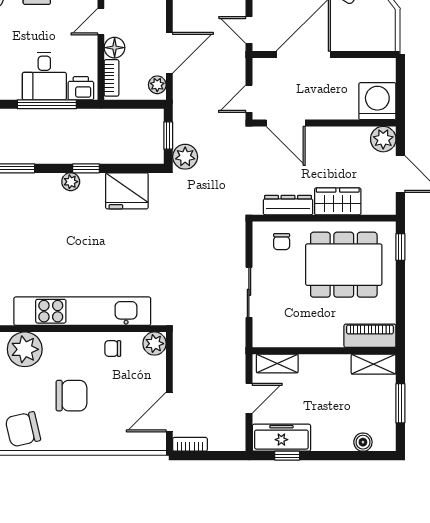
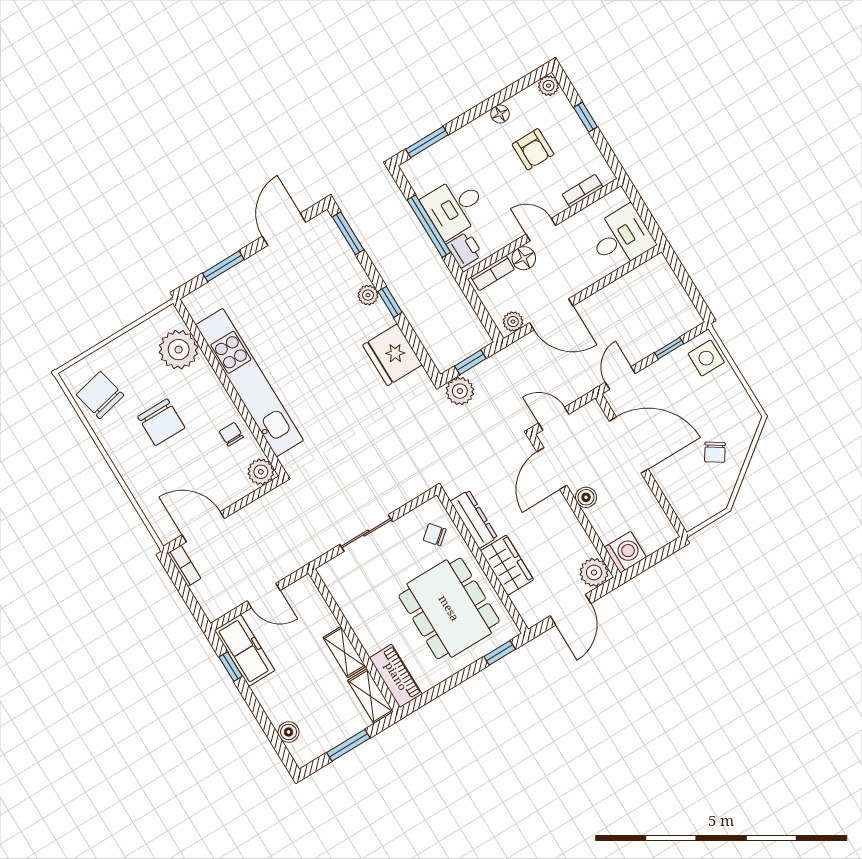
washing machine: (377, 101) -> (625, 552), width x0.73, depth x0.73
boiler: (323, 111) -> (586, 497), added
chair: (282, 242) -> (435, 535), turned 50
shelving: (277, 363) -> (344, 652), moved

